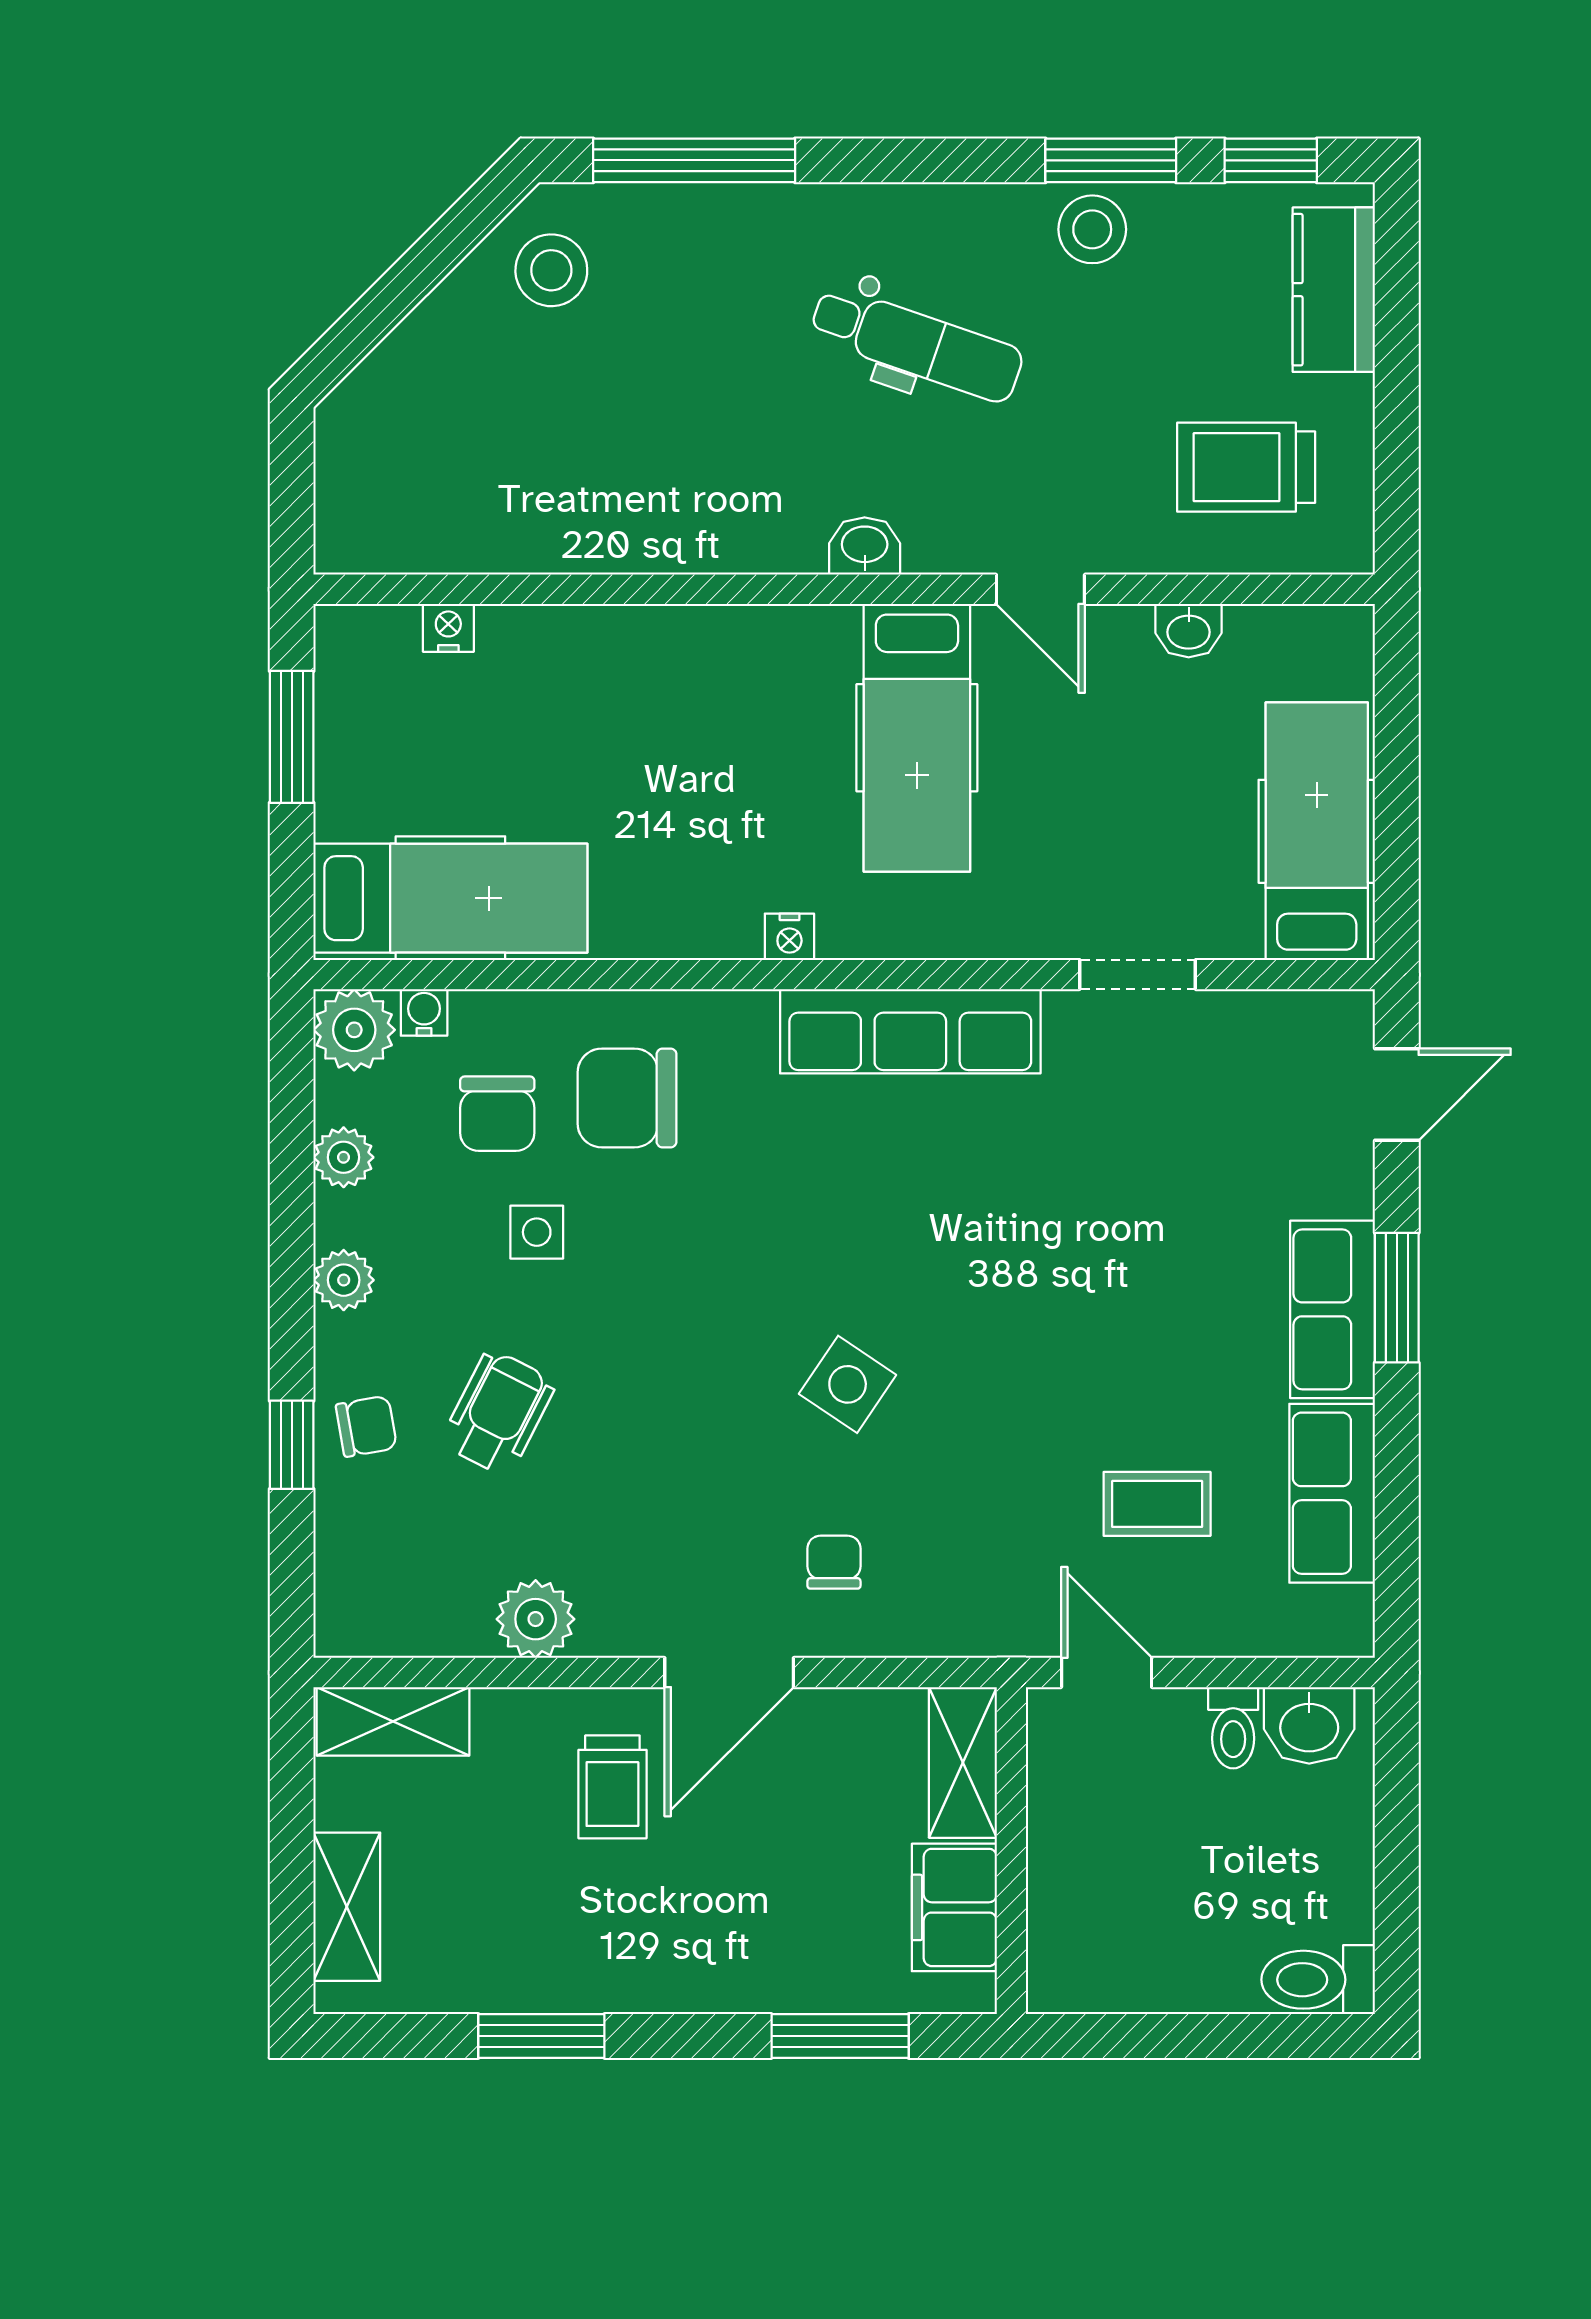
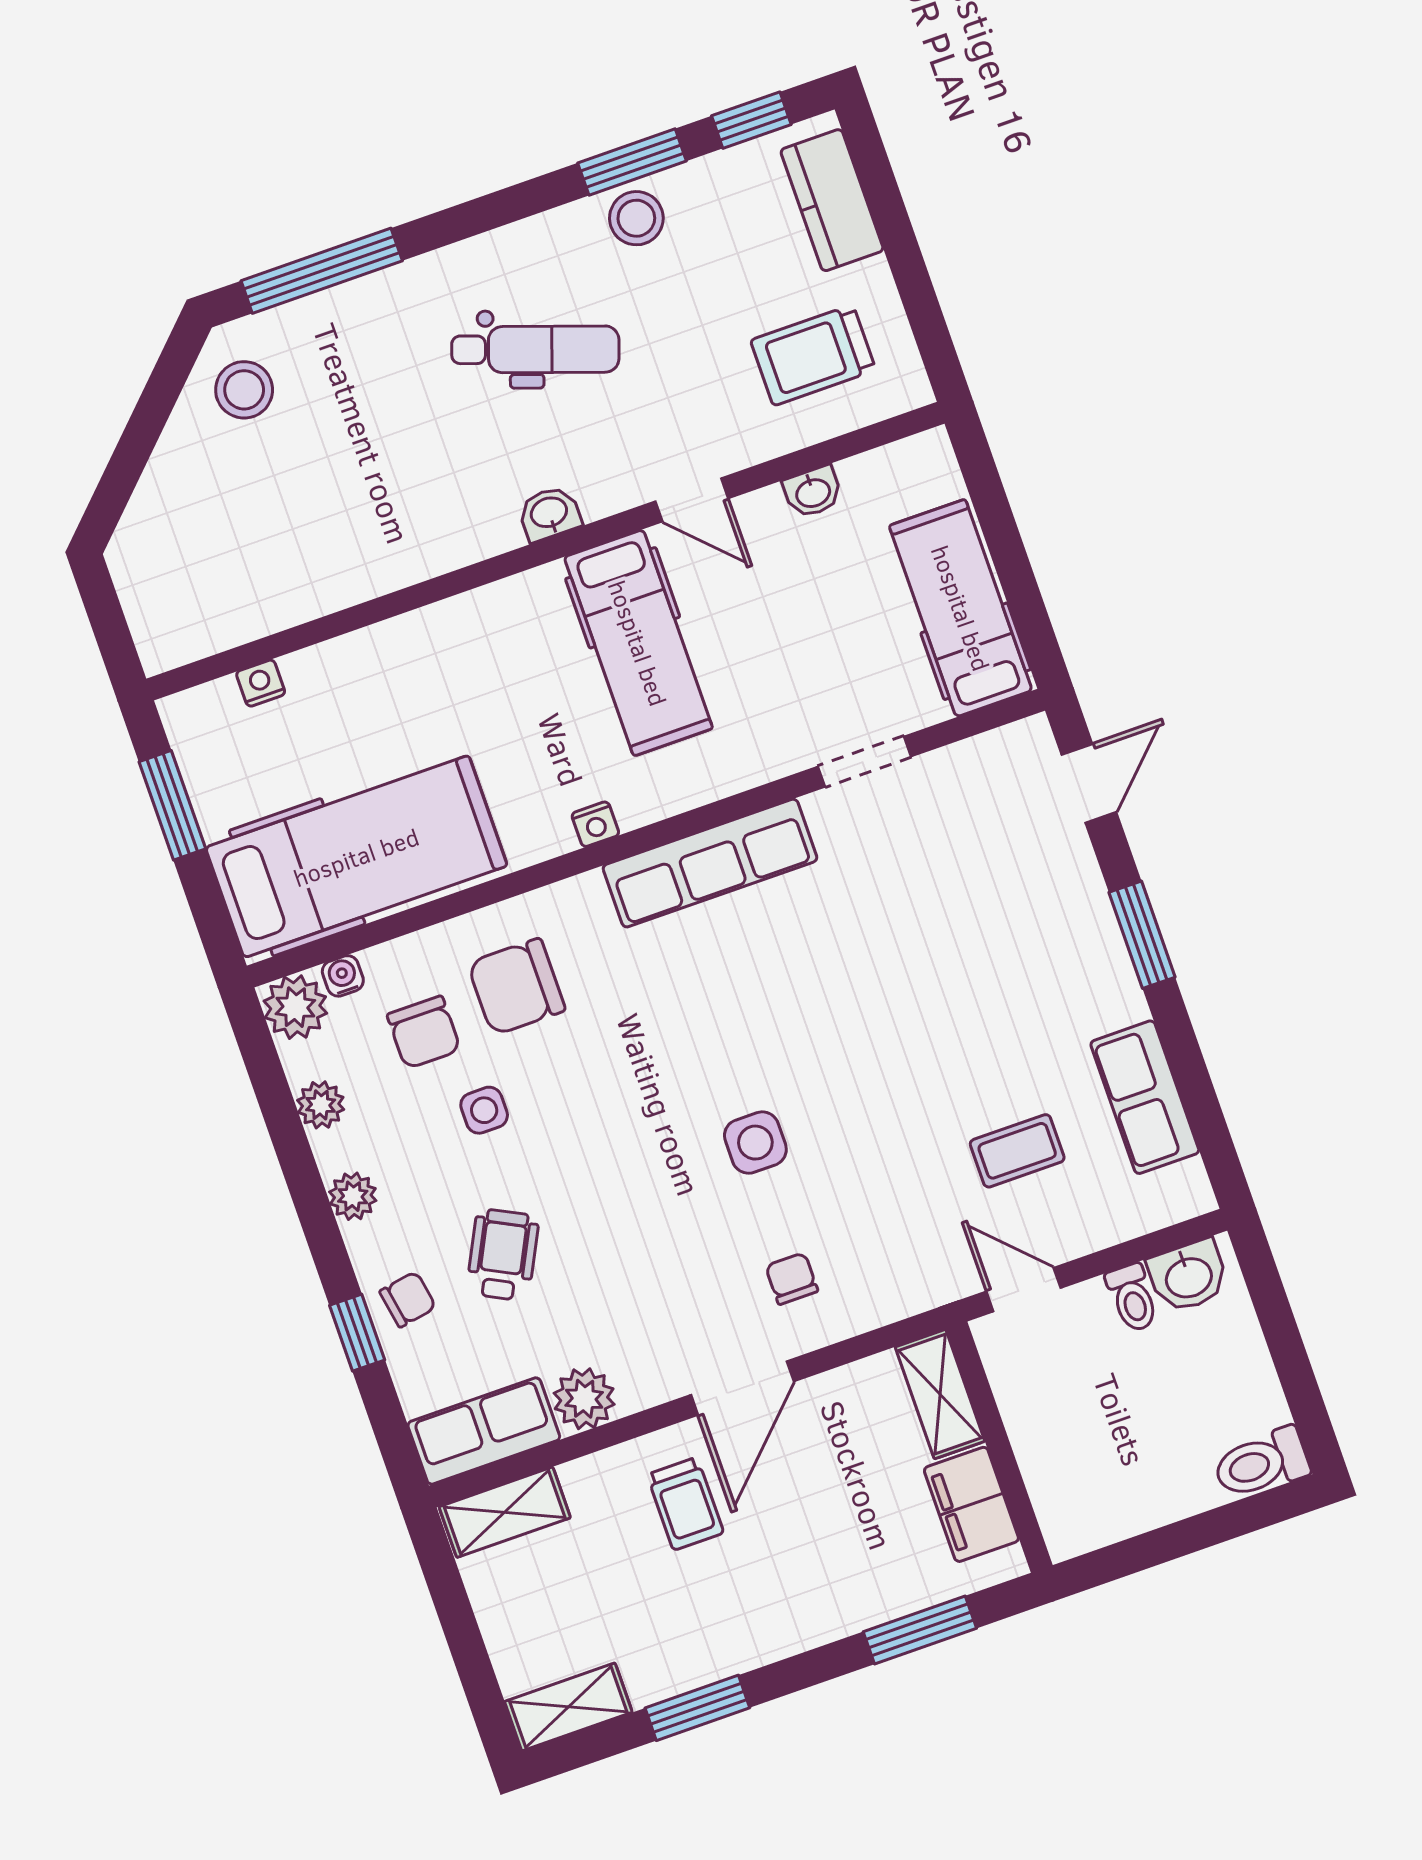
hospital bed: (450, 898) -> (356, 857), width x1.37, depth x1.29
row of seats: (1332, 1309) -> (484, 1431), moved, turned 90
side table: (848, 1384) -> (755, 1143), turned -34
shelving: (347, 1907) -> (568, 1707), moved, turned 90

